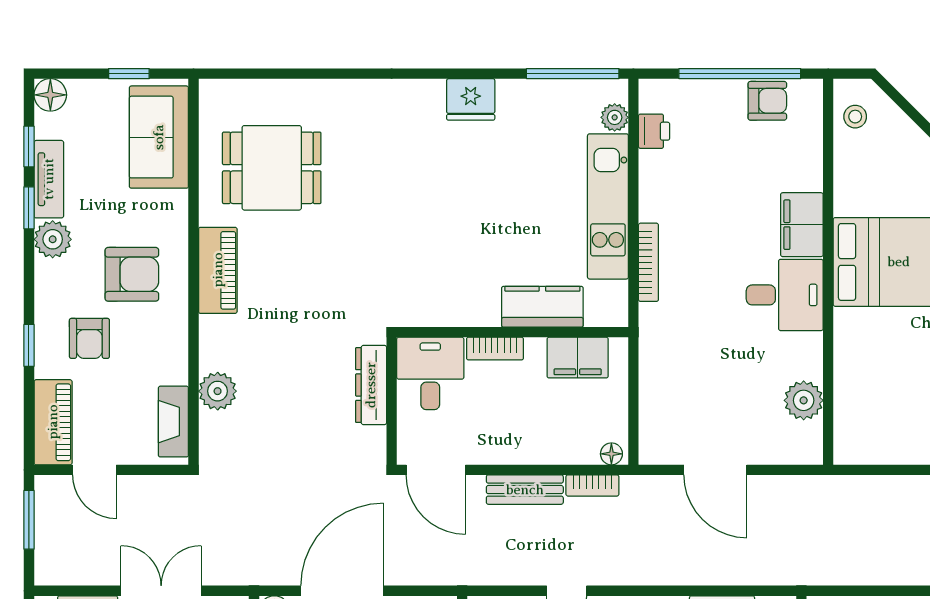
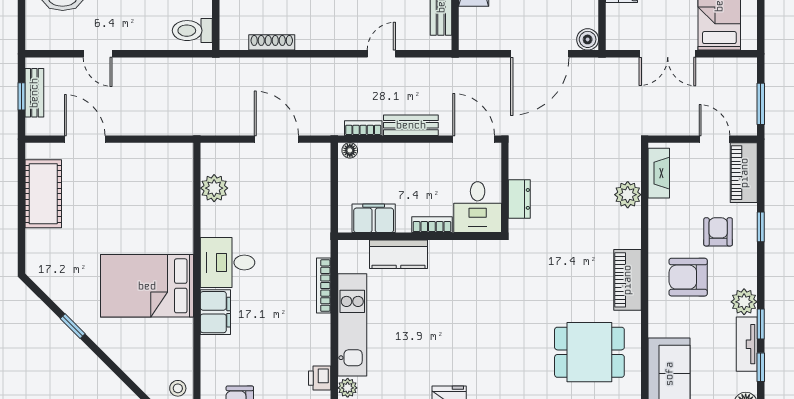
dresser: (371, 385) -> (519, 199), width x0.70

